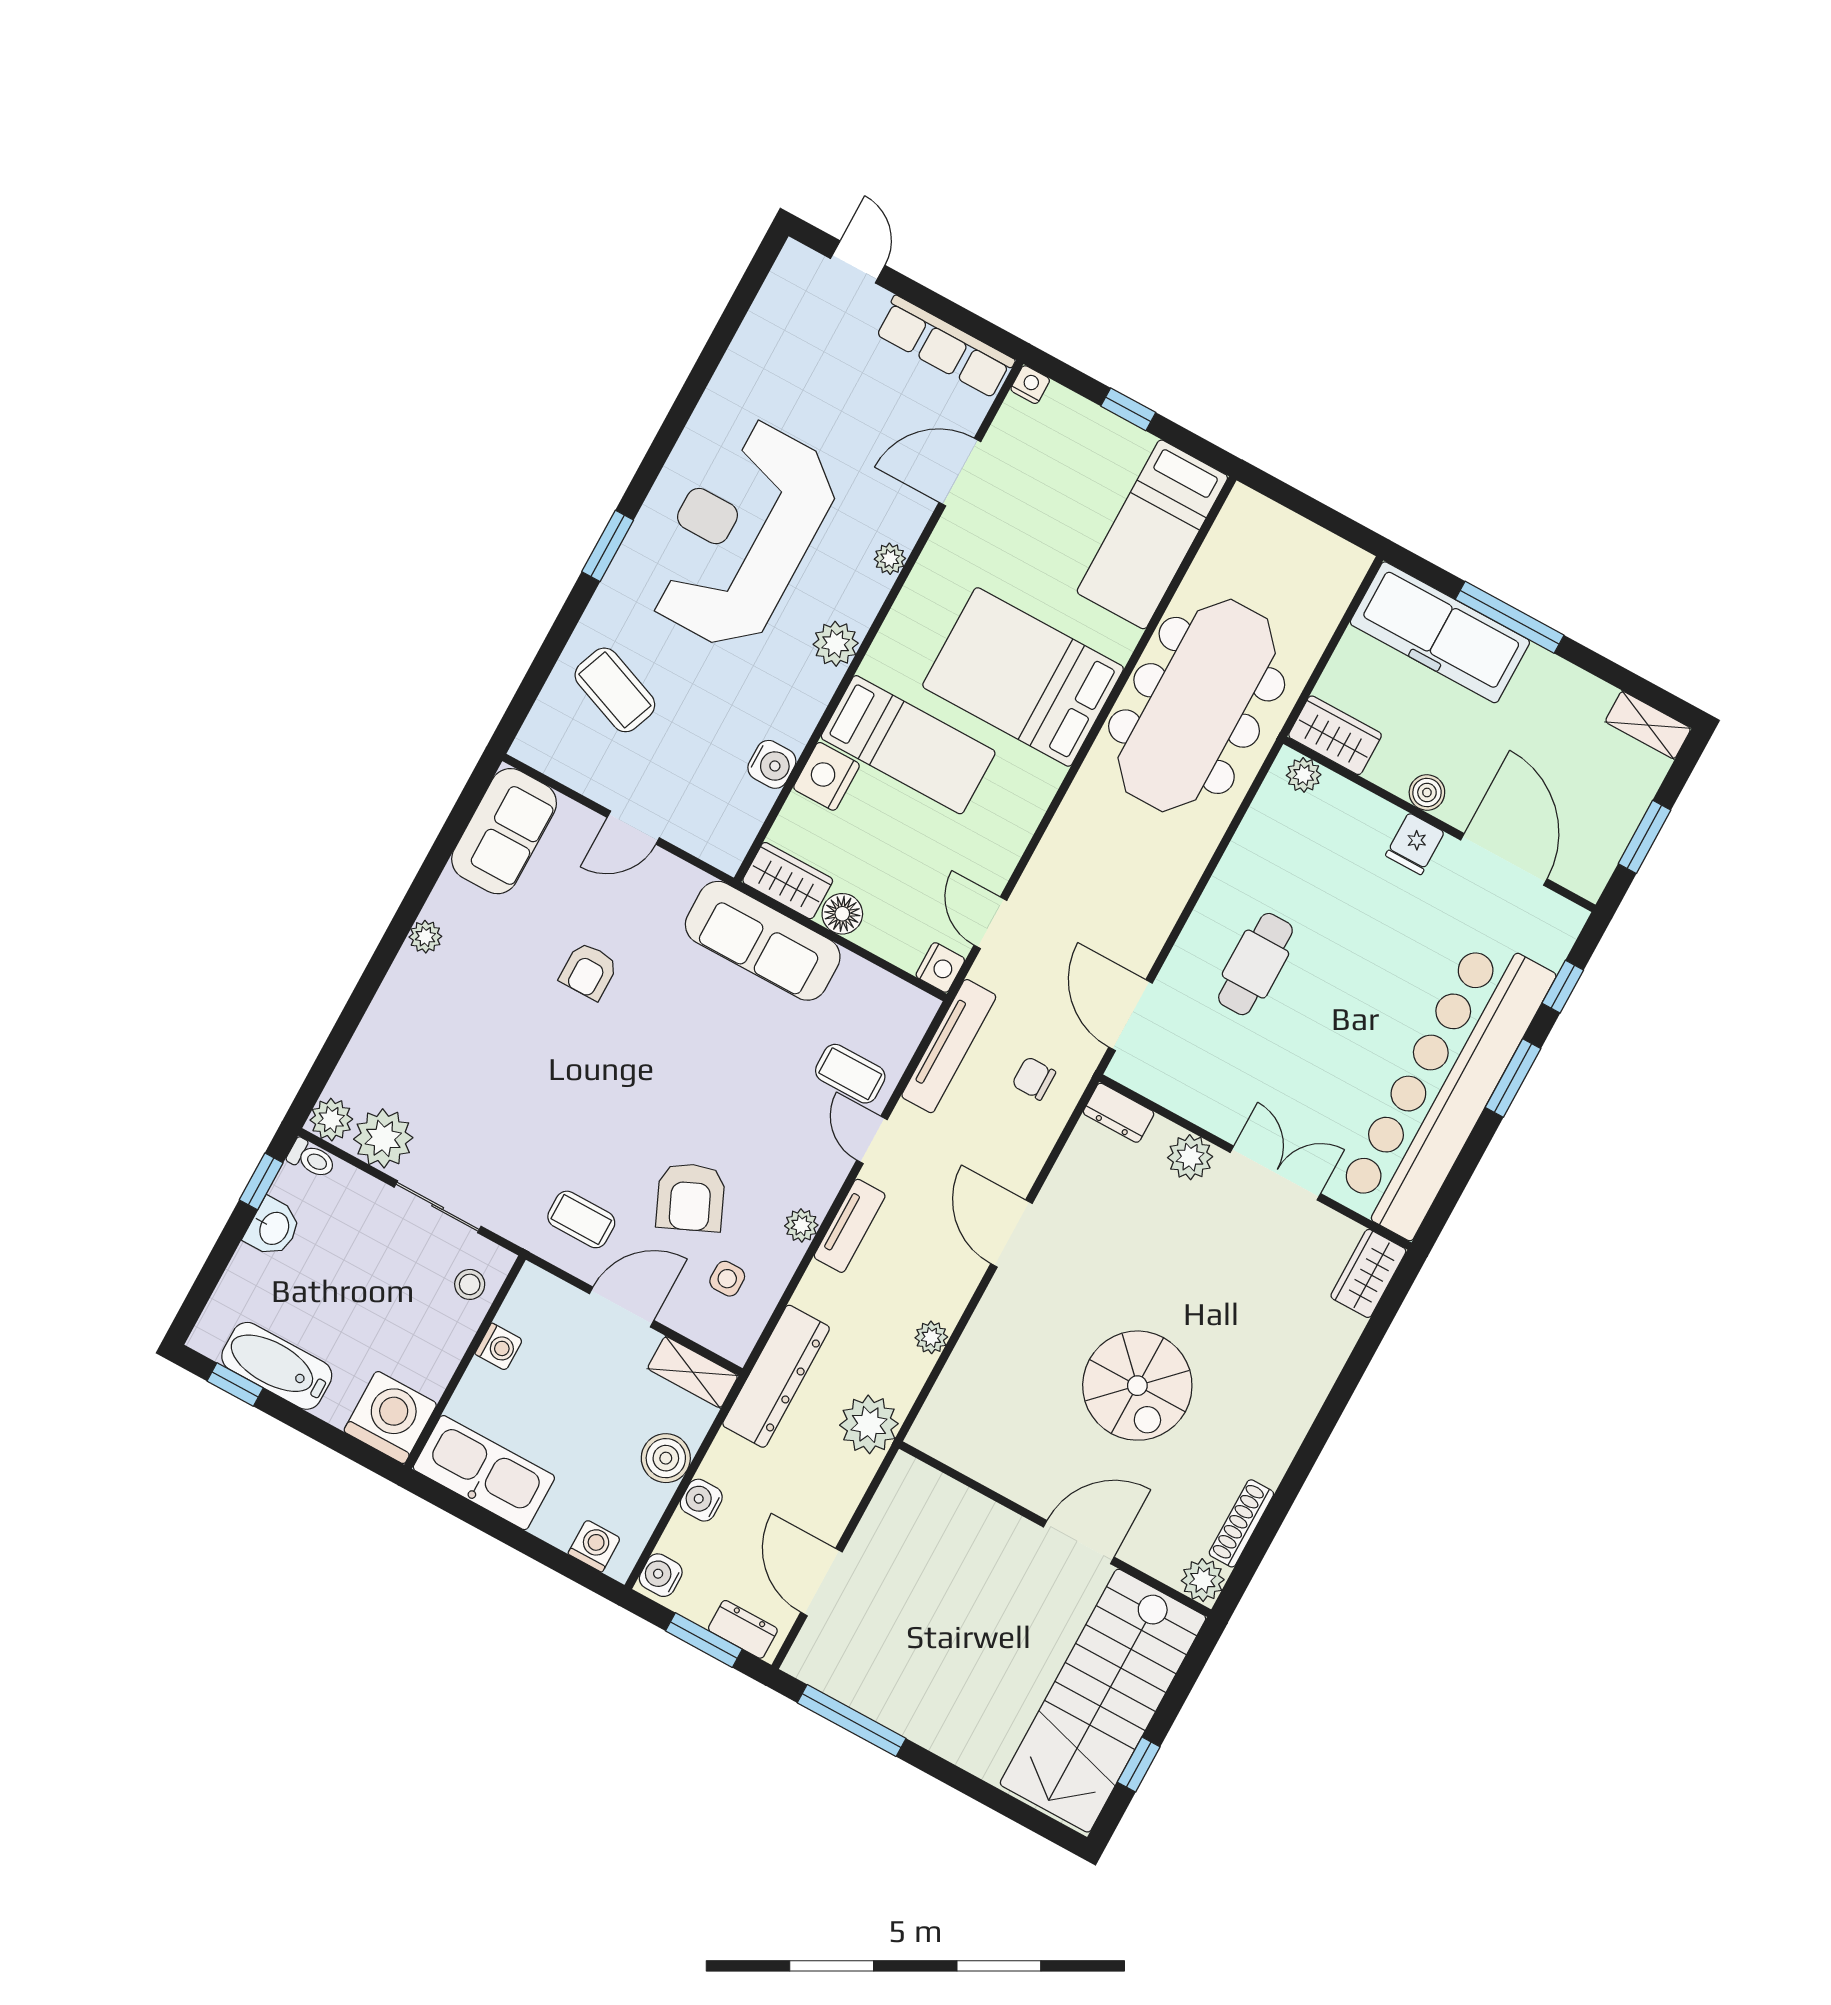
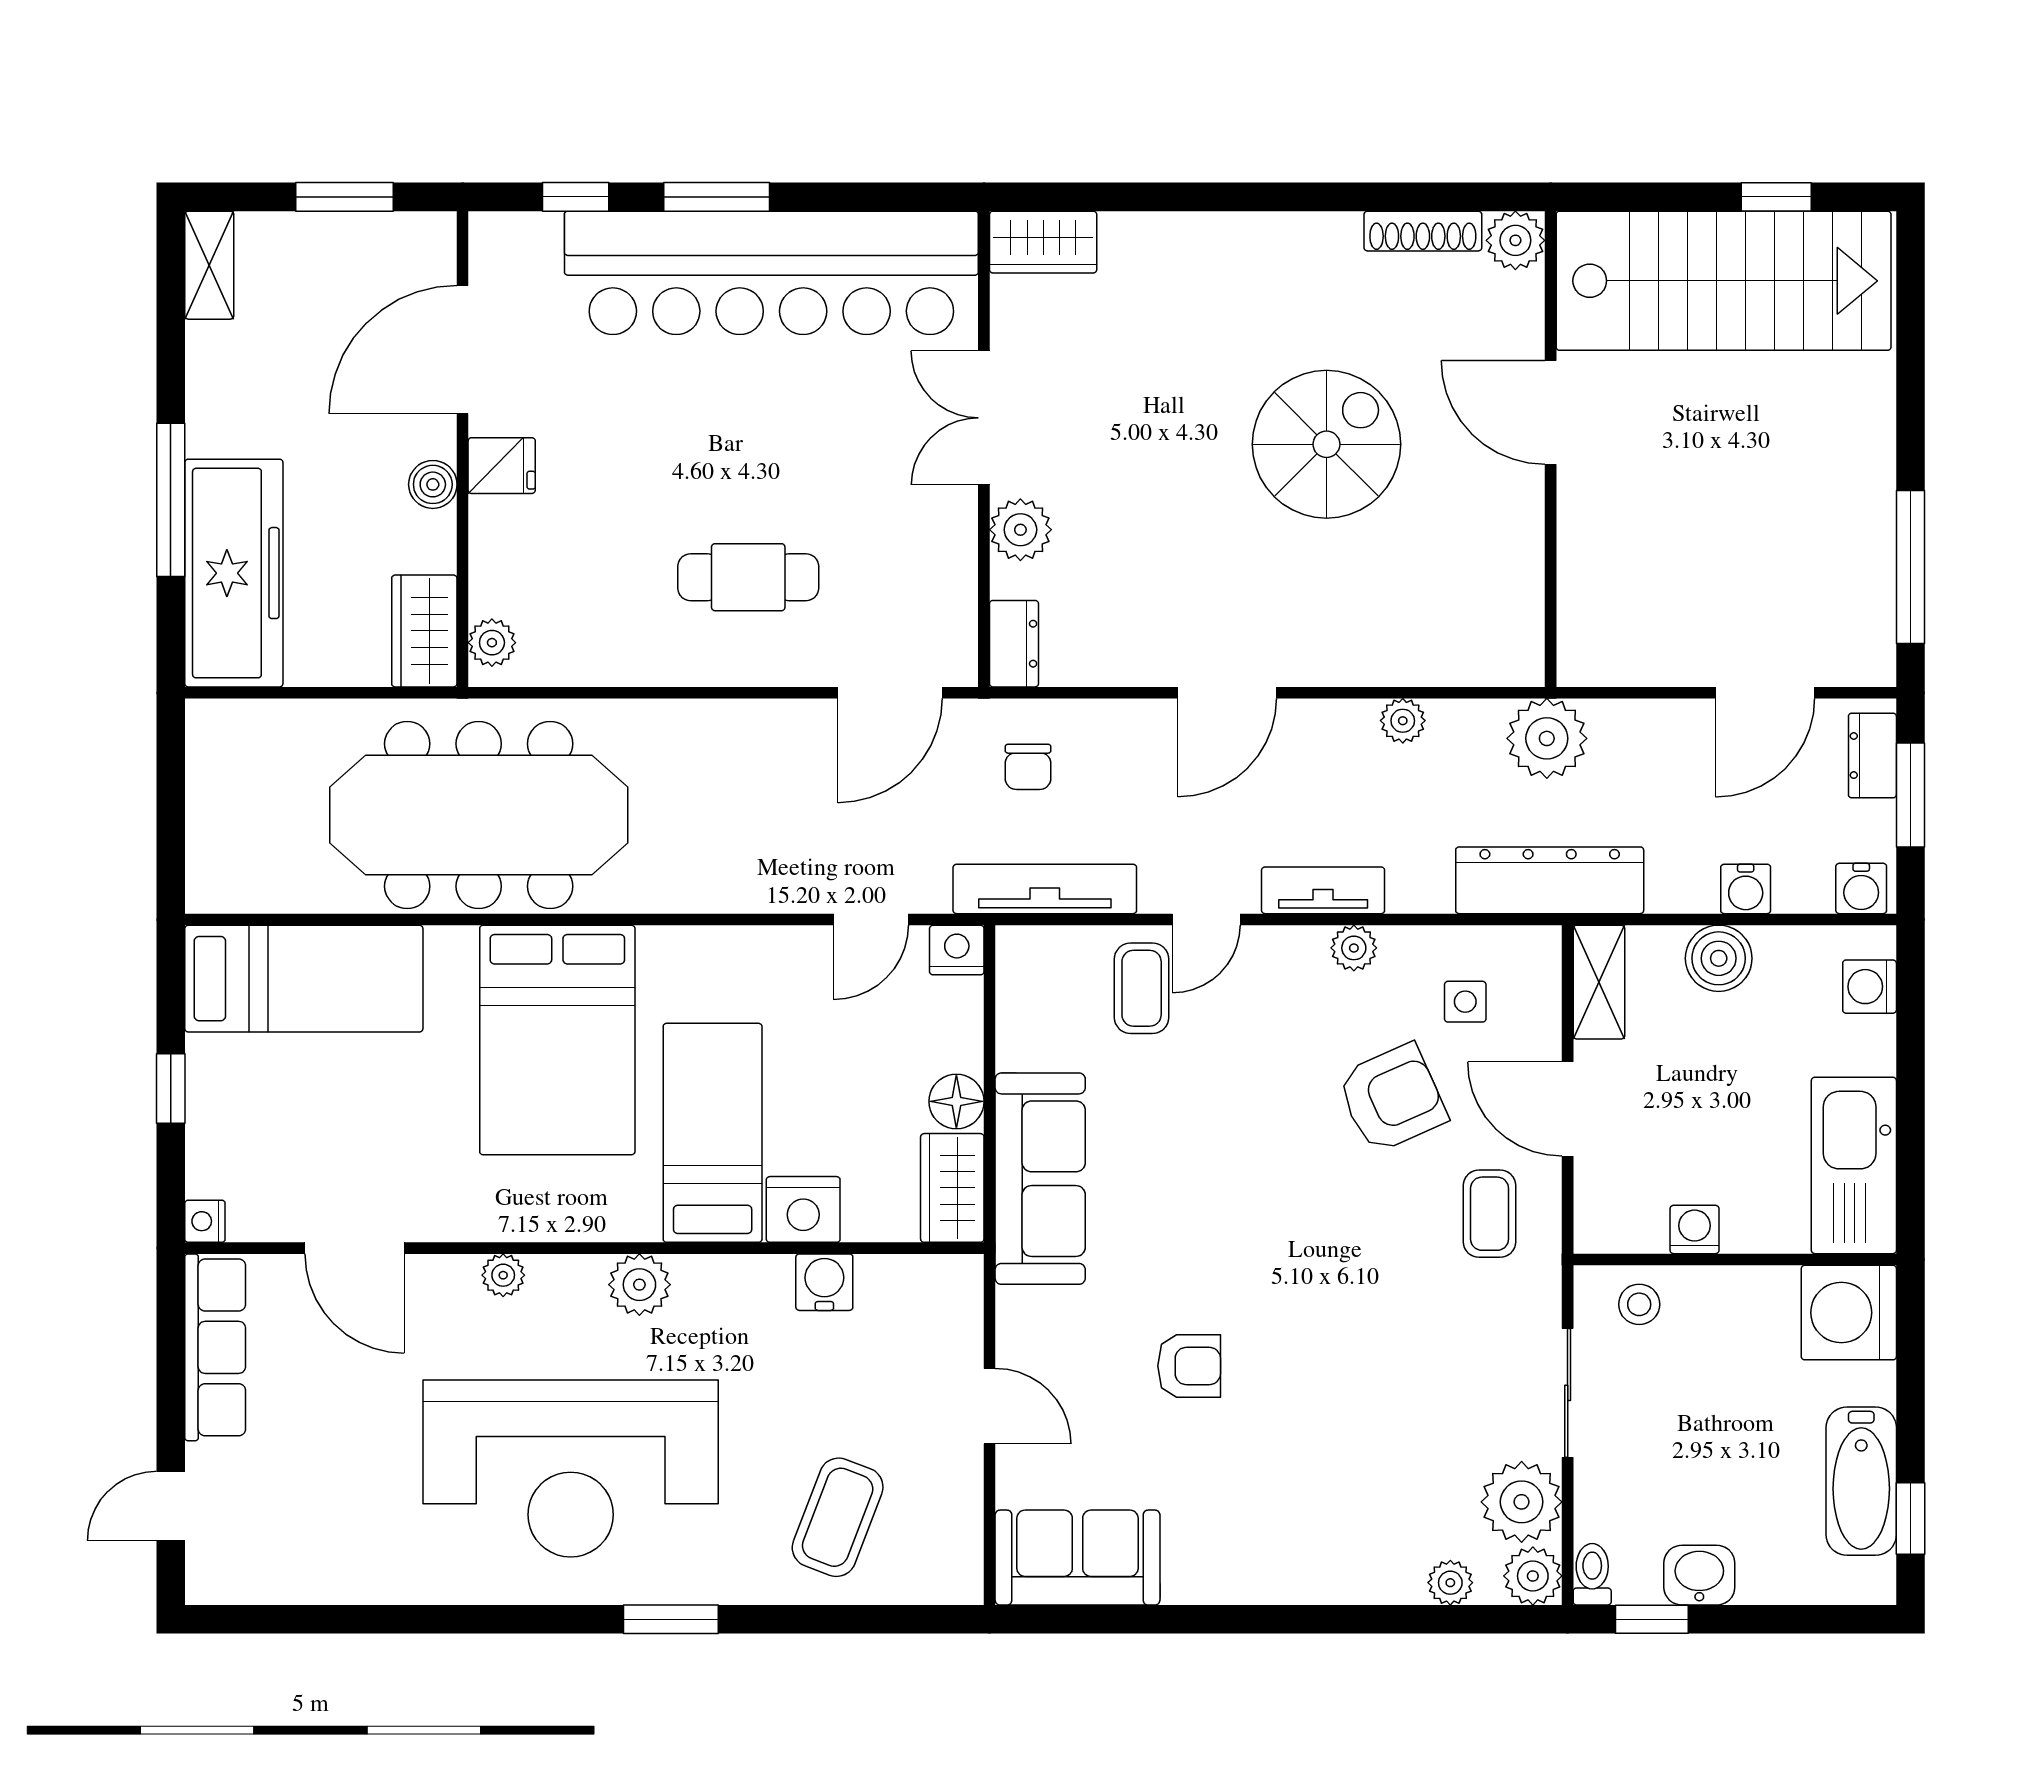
plant: (425, 937) -> (1450, 1583), moved

